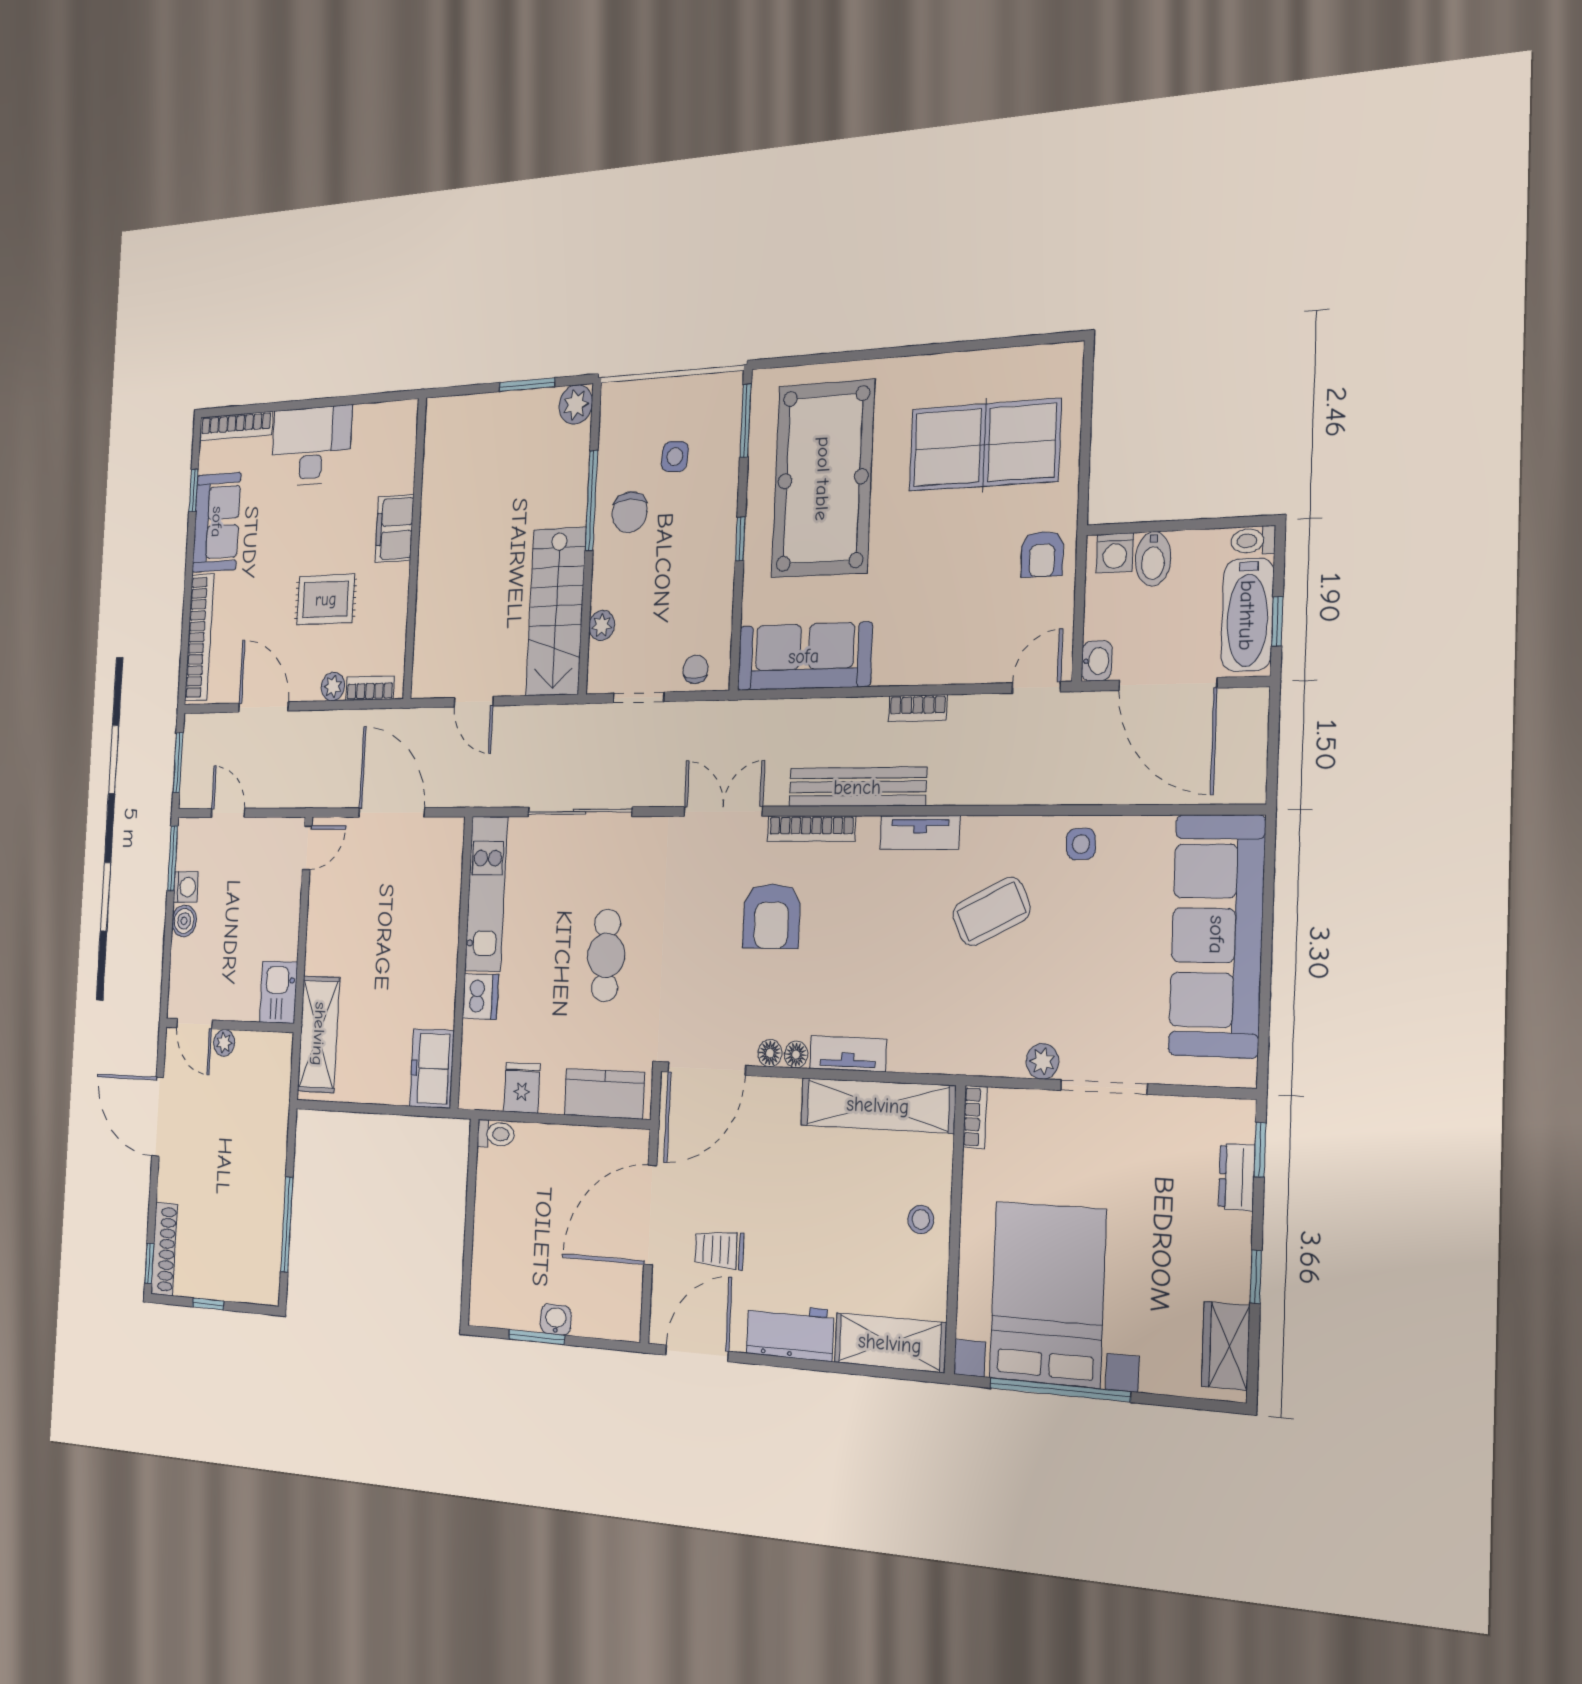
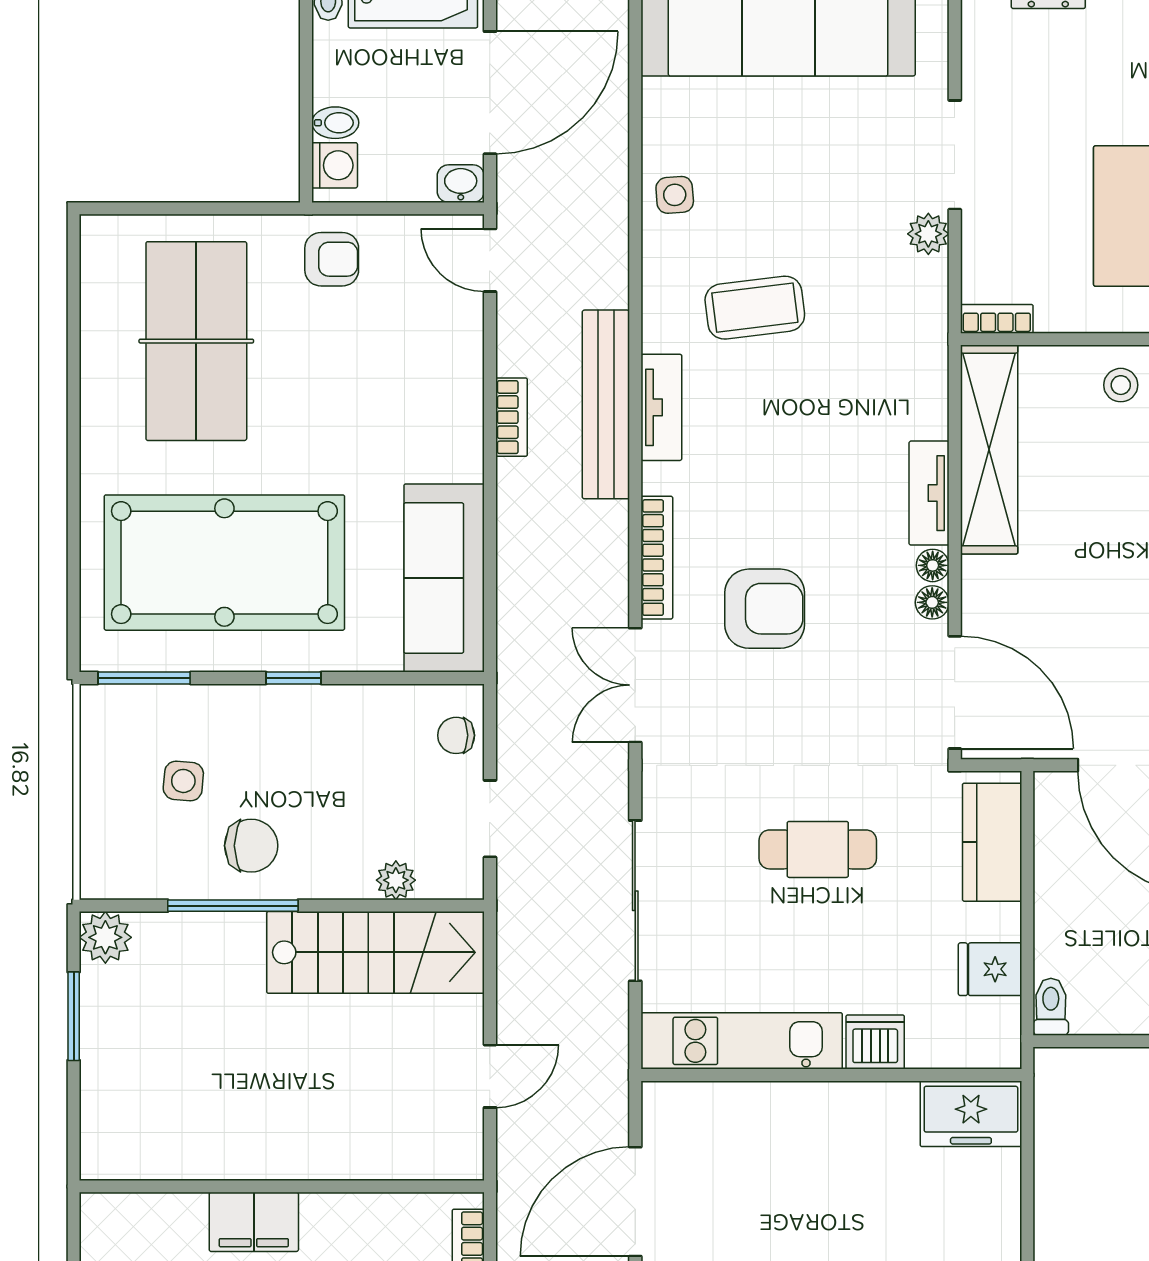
bidet: (1153, 559) -> (335, 123), width x0.72, depth x0.74
bench: (857, 787) -> (606, 404), moved
coffee table: (991, 912) -> (755, 308), turned -71

